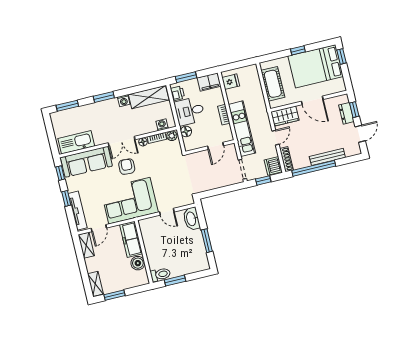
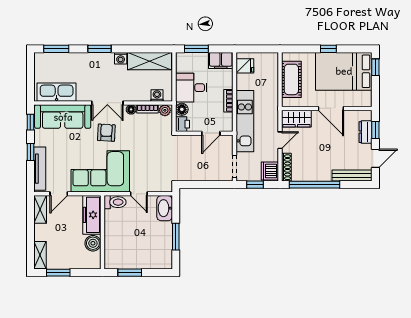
printer: (177, 93) -> (182, 124), moved
bench: (327, 157) -> (352, 176), moved
toilet: (160, 274) -> (115, 202), moved

